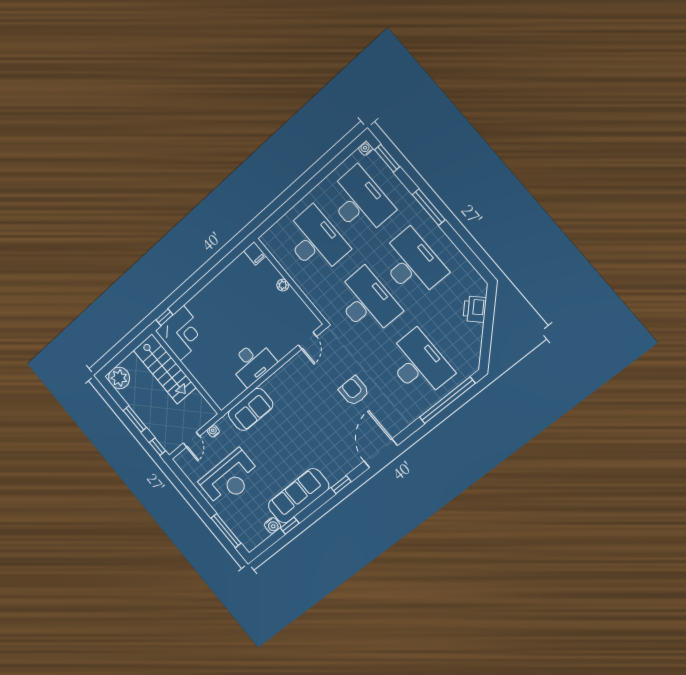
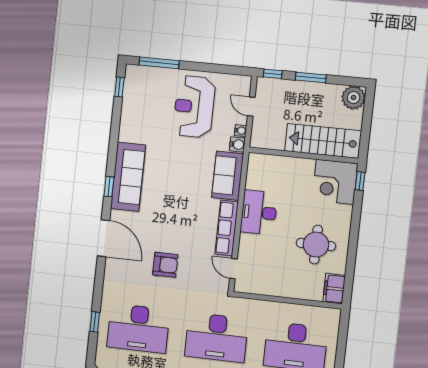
filing cabinet: (255, 253) -> (334, 289), width x2.00
plant: (283, 285) -> (290, 292), removed
round table: (234, 302) -> (316, 245), added
row of seats: (285, 374) -> (227, 228), added
window: (447, 400) -> (95, 322), width x0.32
sofa: (298, 496) -> (128, 177), moved
water cooler: (273, 525) -> (237, 144), moved, turned 180
window: (290, 526) -> (119, 87), moved

